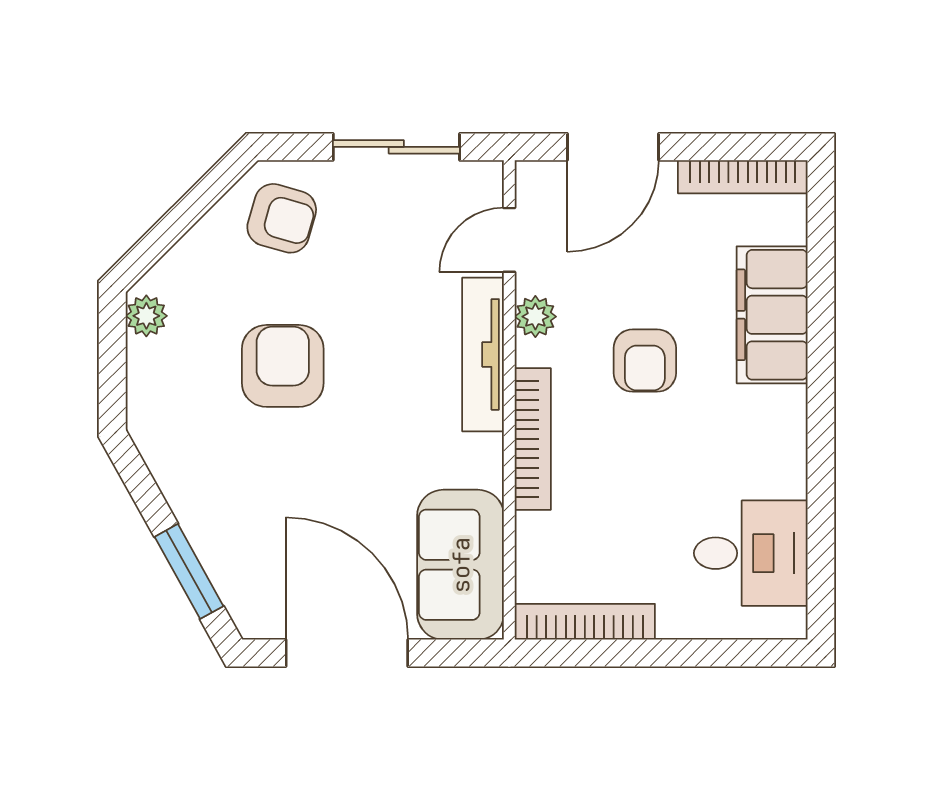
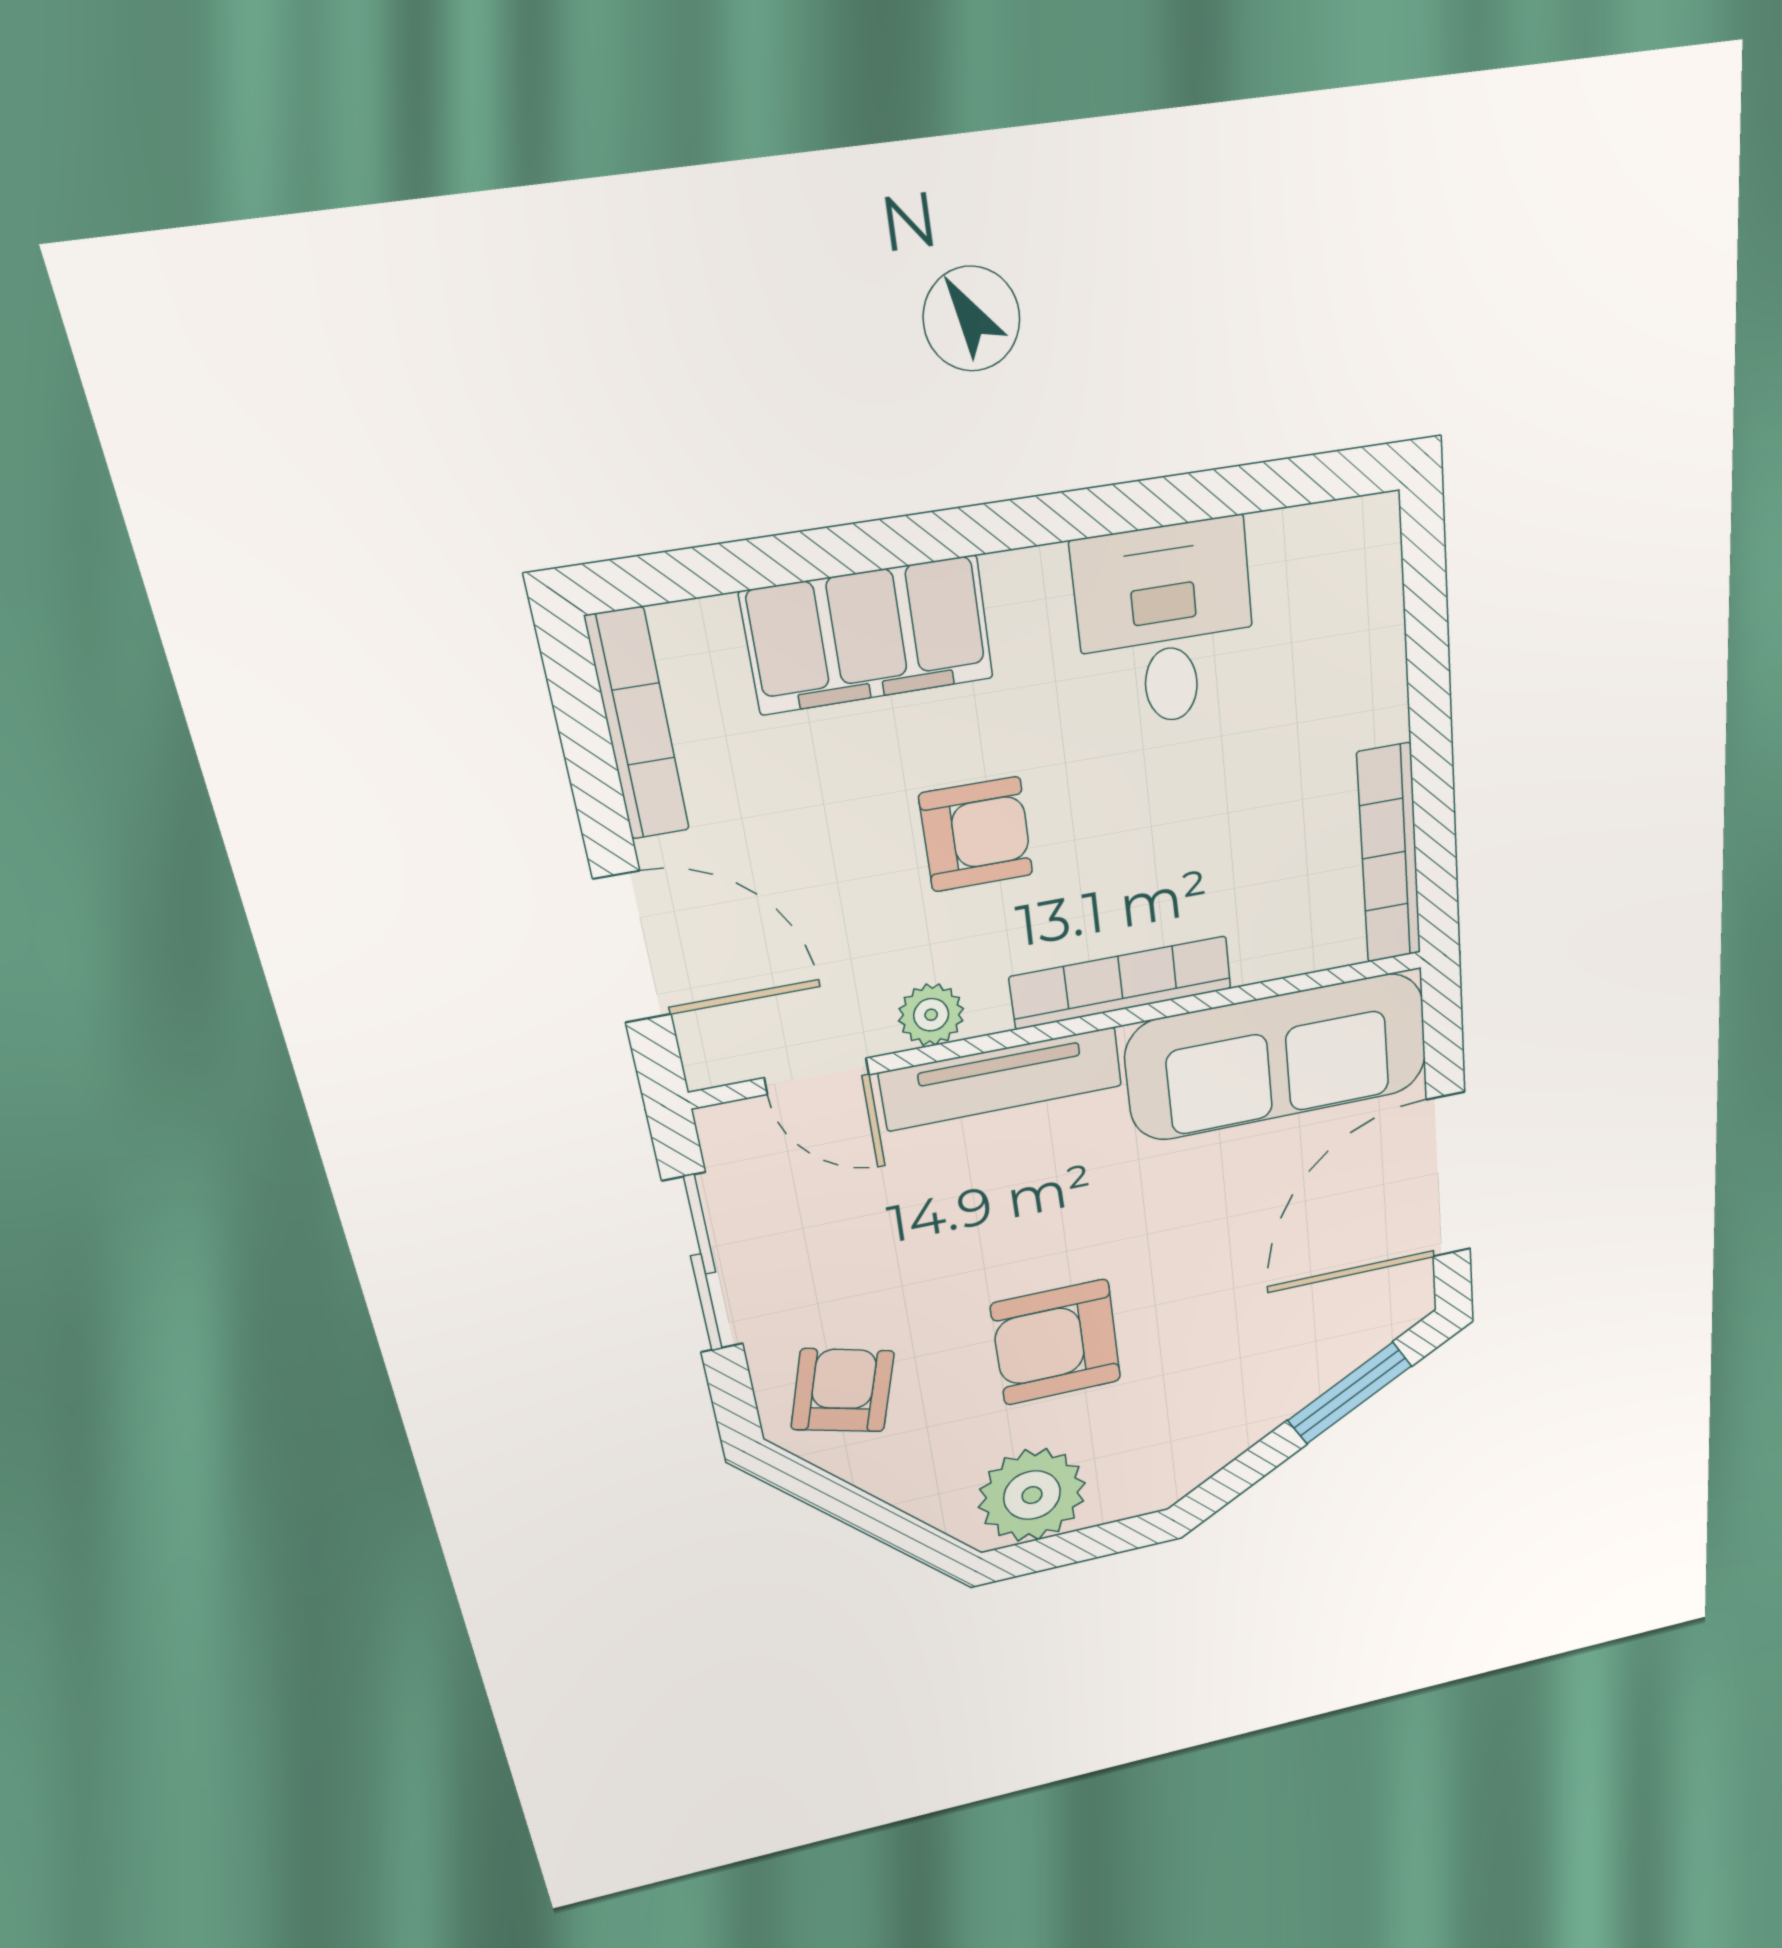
plant: (146, 316) -> (1032, 1495), width x1.88, depth x1.88
desk: (751, 553) -> (1166, 625), moved
sofa: (461, 565) -> (1277, 1057), width x1.36

